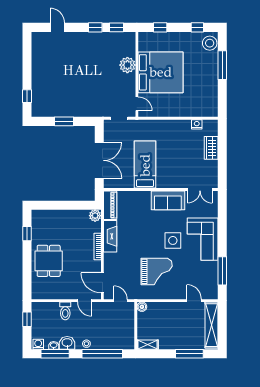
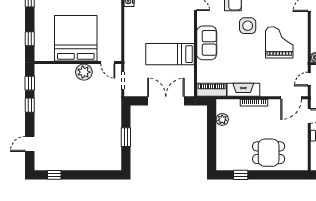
plant: (127, 65) -> (84, 72), moved
window: (27, 96) -> (54, 175), moved
door: (137, 104) -> (108, 62), swing flipped
sofa: (168, 200) -> (207, 43), moved
plant: (95, 216) -> (222, 119), moved

